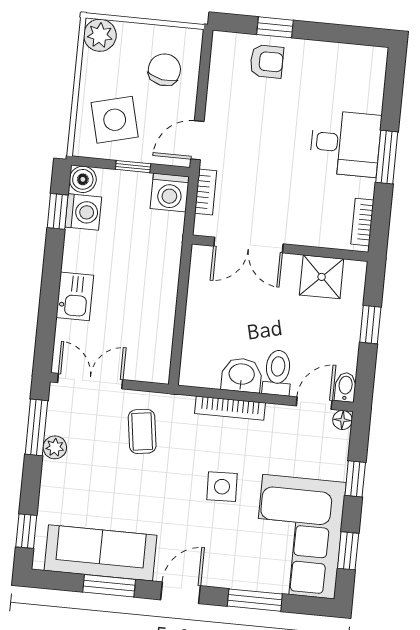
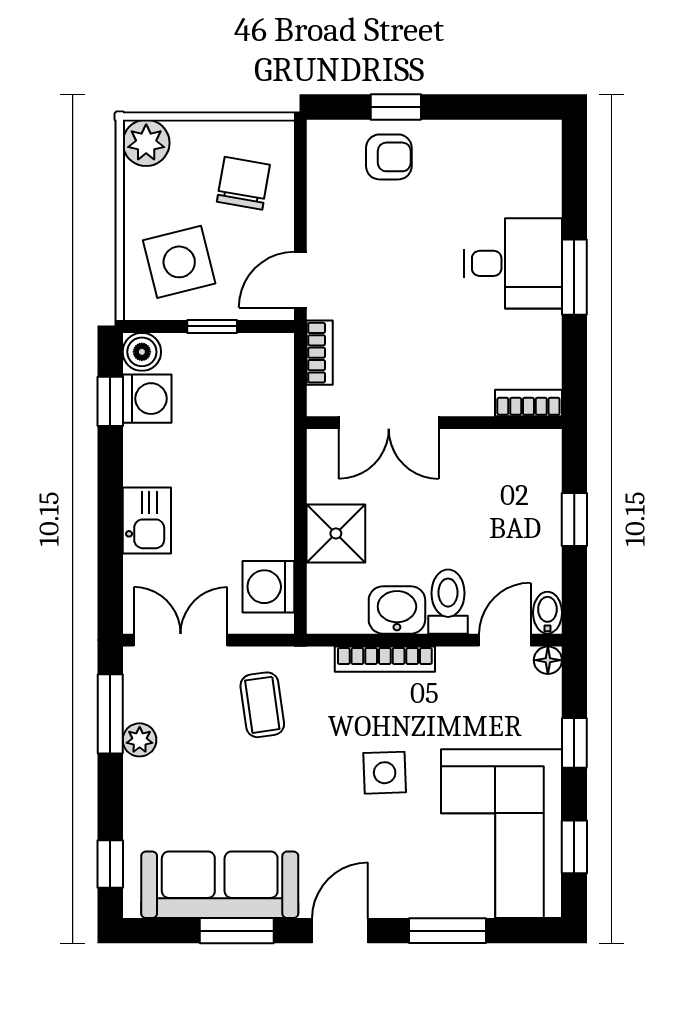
washing machine: (170, 193) -> (268, 587), moved, turned 90
bookcase: (362, 222) -> (528, 403), moved, turned 90
shower: (322, 277) -> (336, 533), moved

